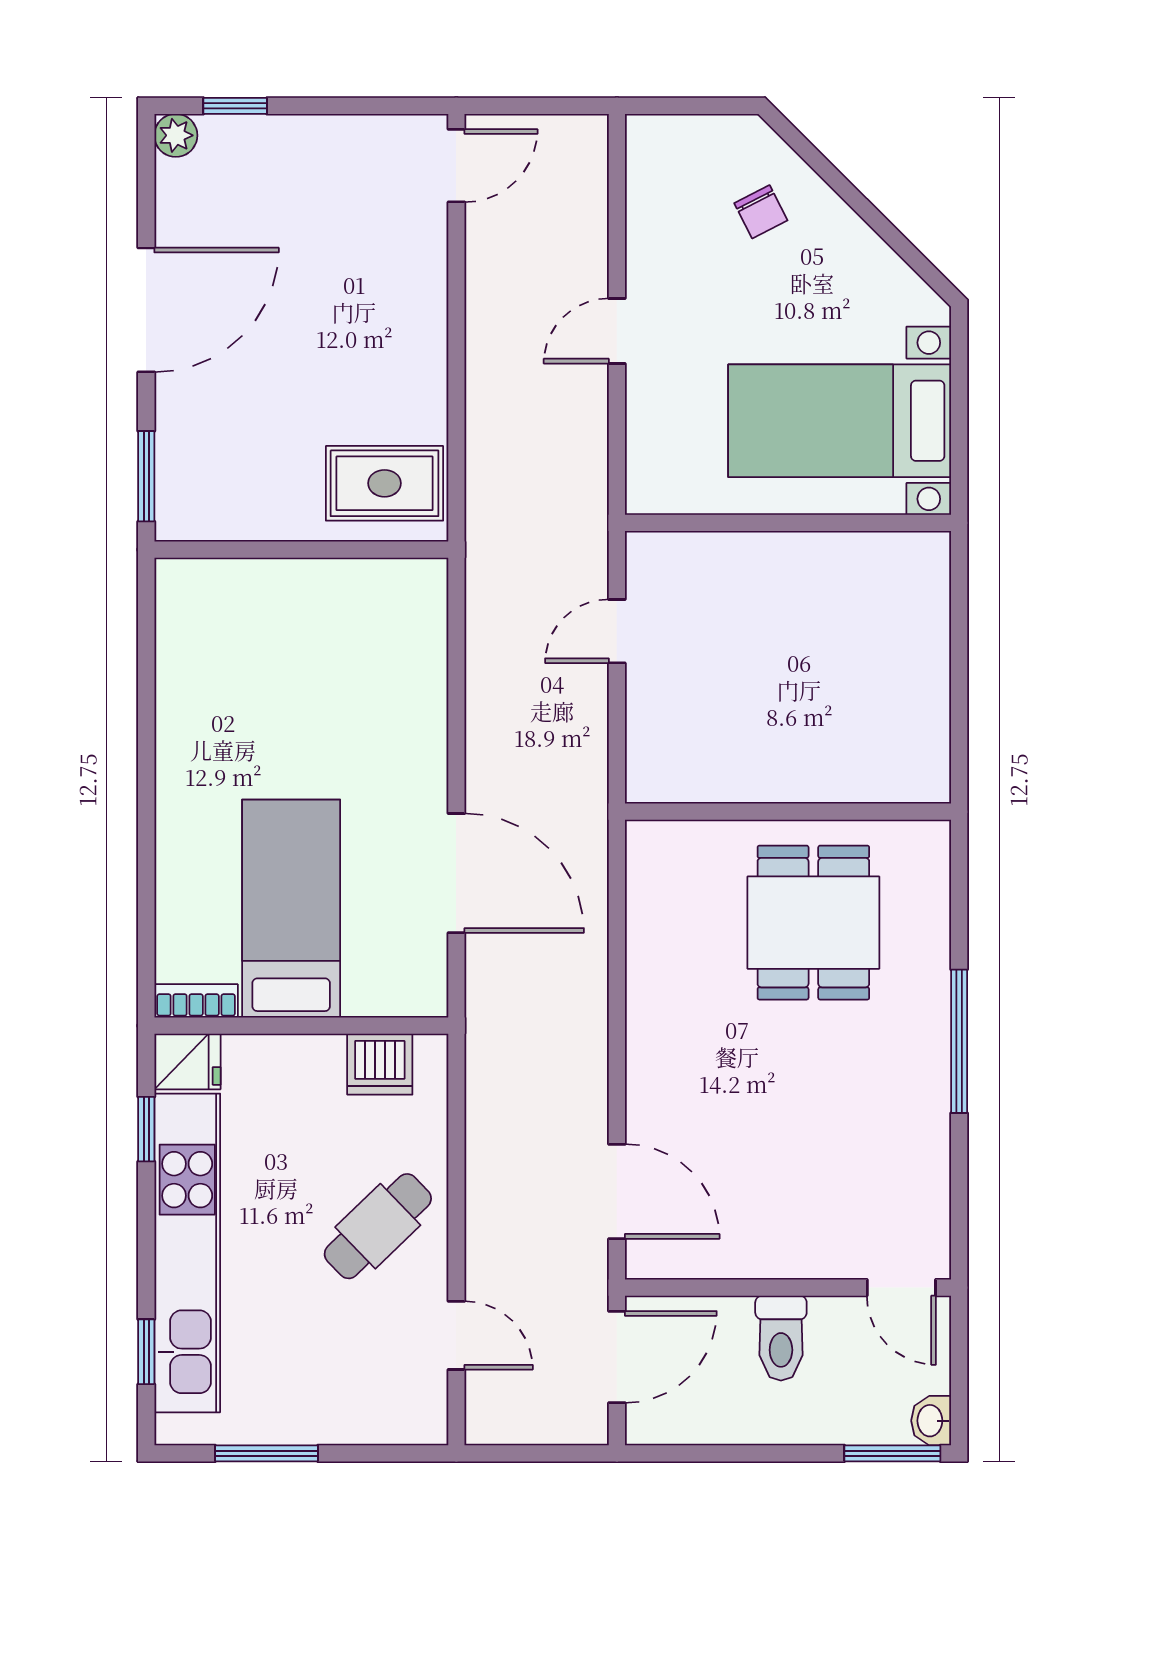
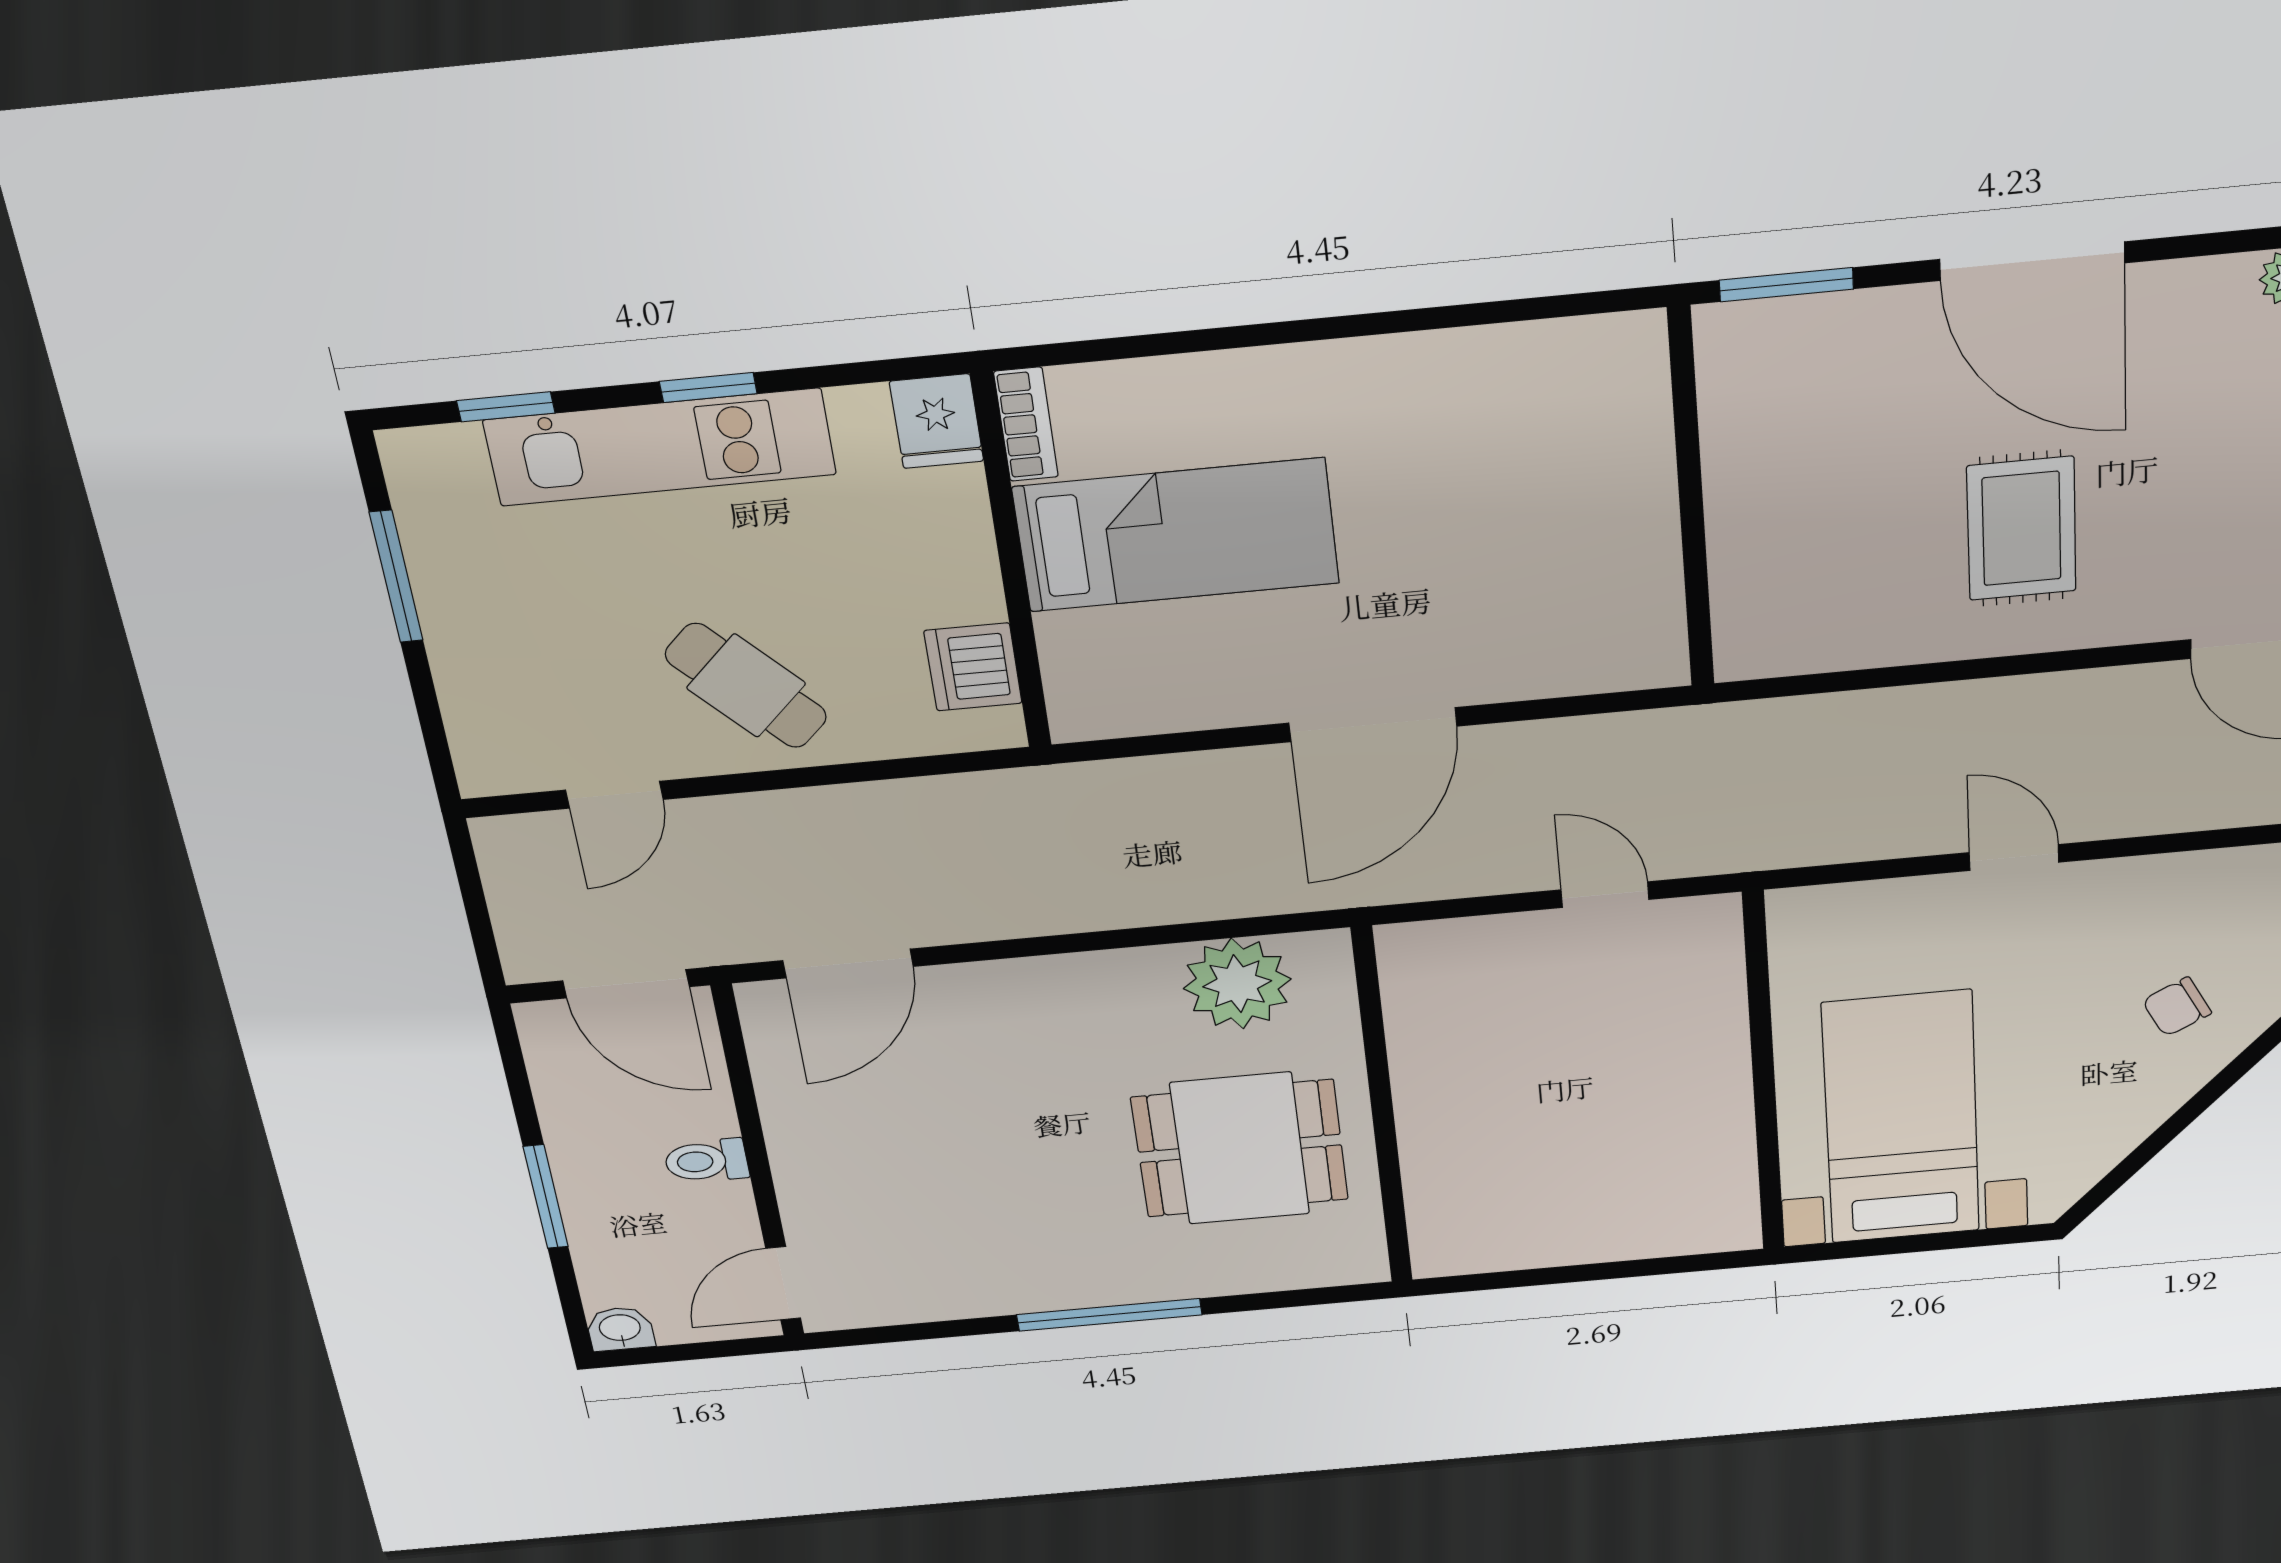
rug: (384, 483) -> (2022, 529), moved
door: (456, 873) -> (1373, 725), moved
plant: (665, 908) -> (1237, 984), added
window: (146, 1129) -> (708, 388), moved
kitchen unit: (187, 1253) -> (660, 447), width x0.73
toilet: (781, 1338) -> (706, 1161), width x0.73, depth x0.72
window: (892, 1453) -> (546, 1197), moved

